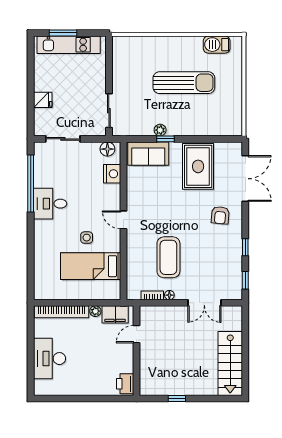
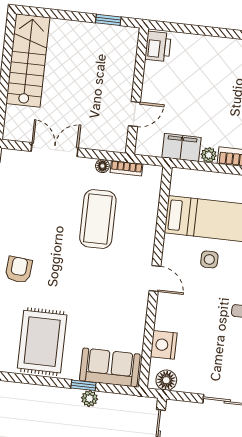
door: (136, 334) -> (134, 114), moved
wall: (136, 351) -> (137, 91), moved
printer: (125, 384) -> (158, 46), moved

